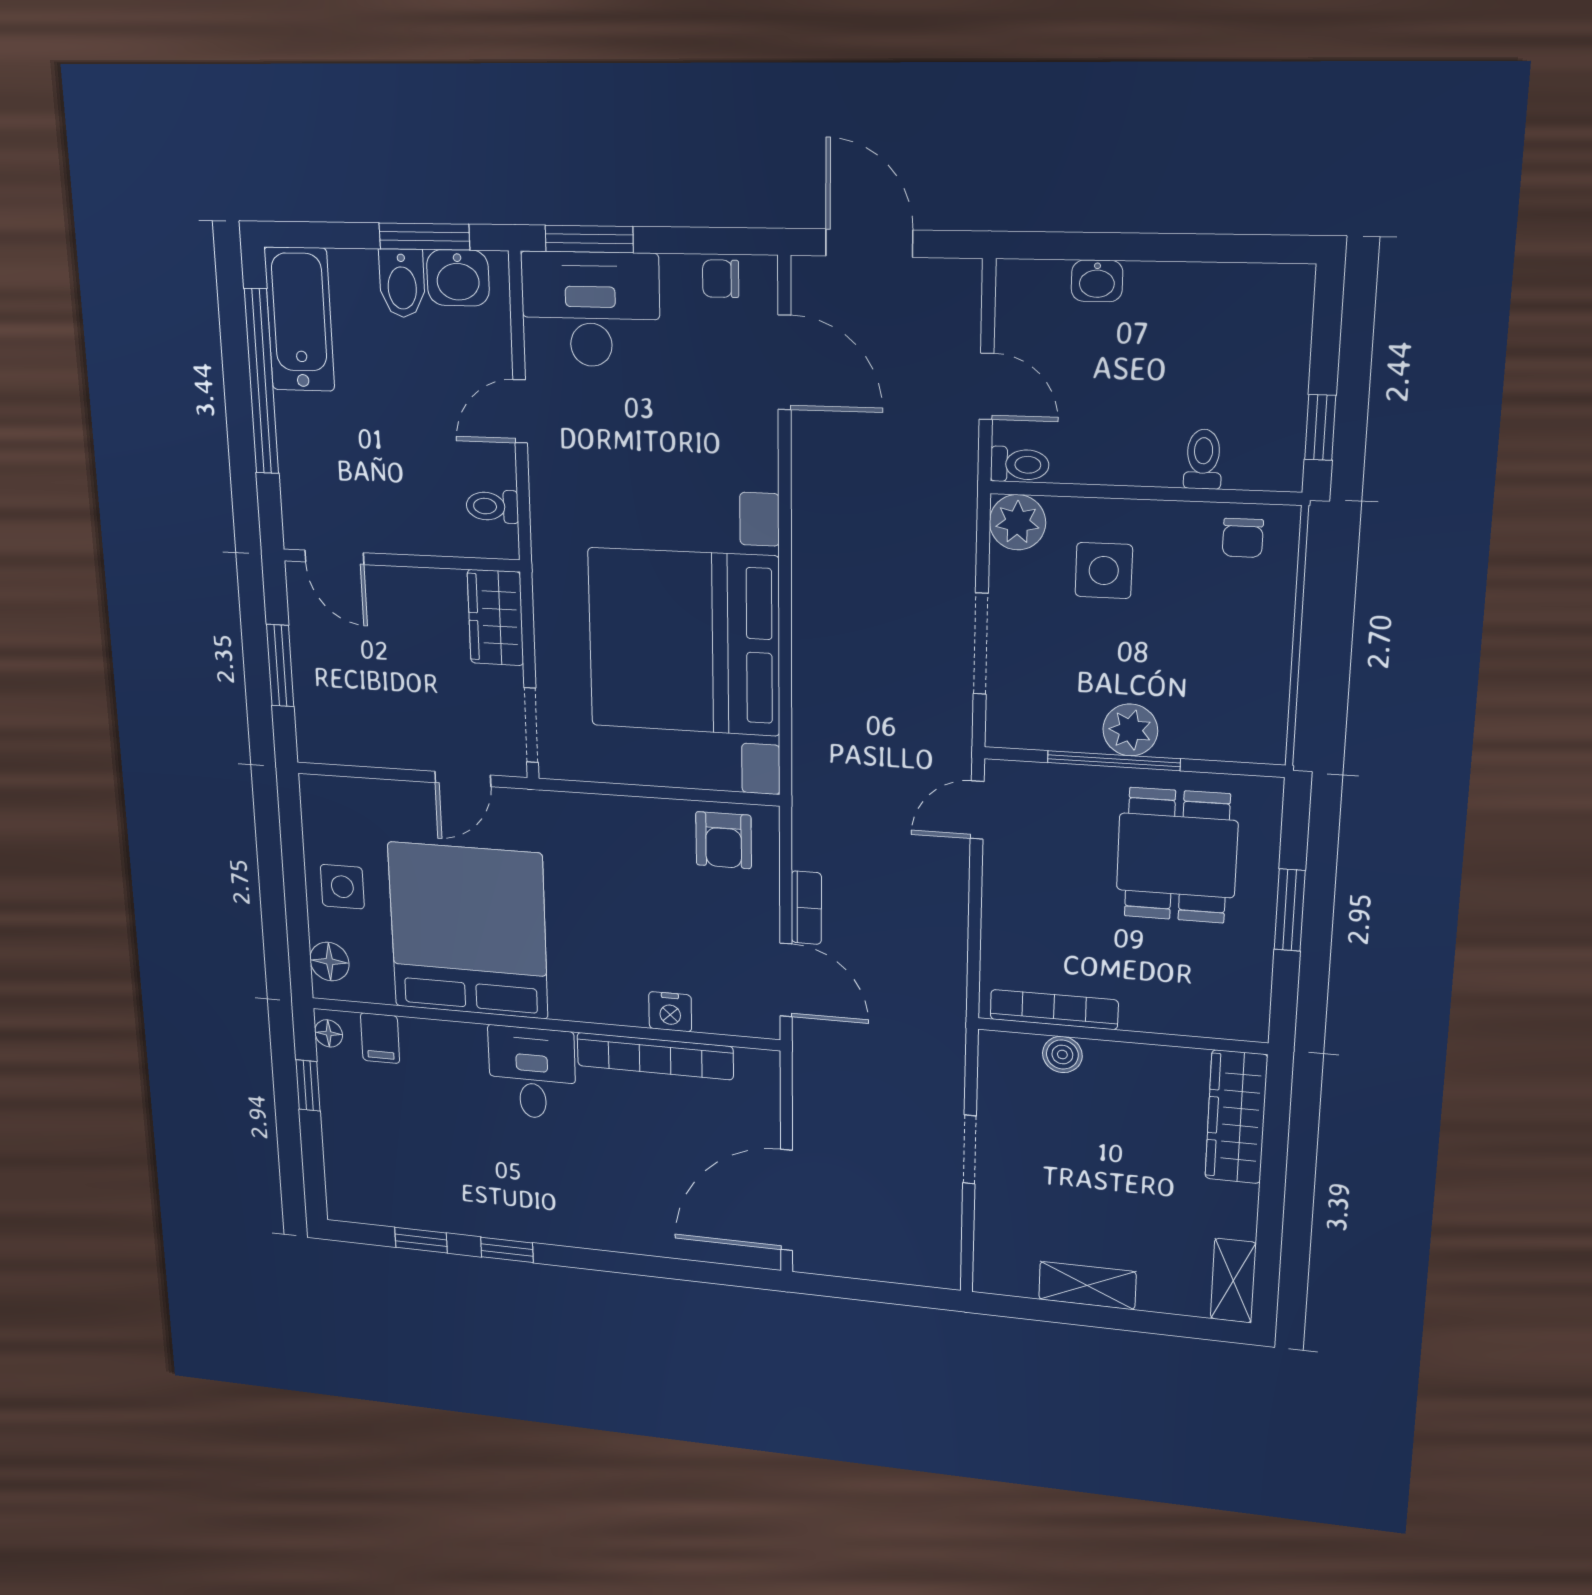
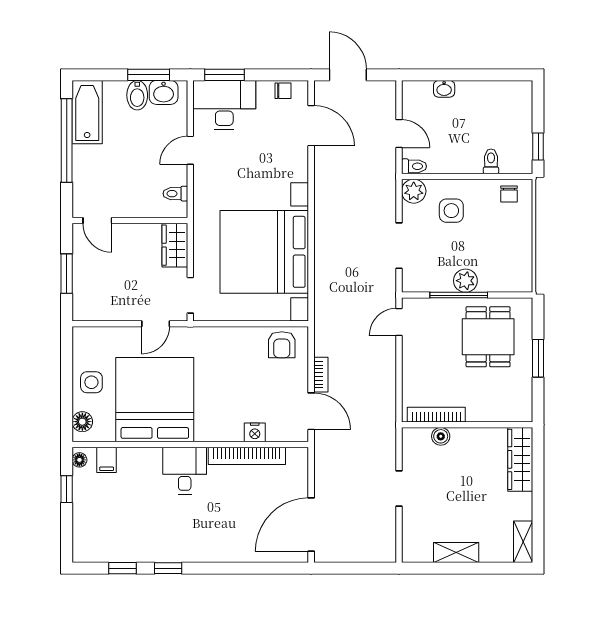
chair: (721, 279) -> (283, 91), turned 180

